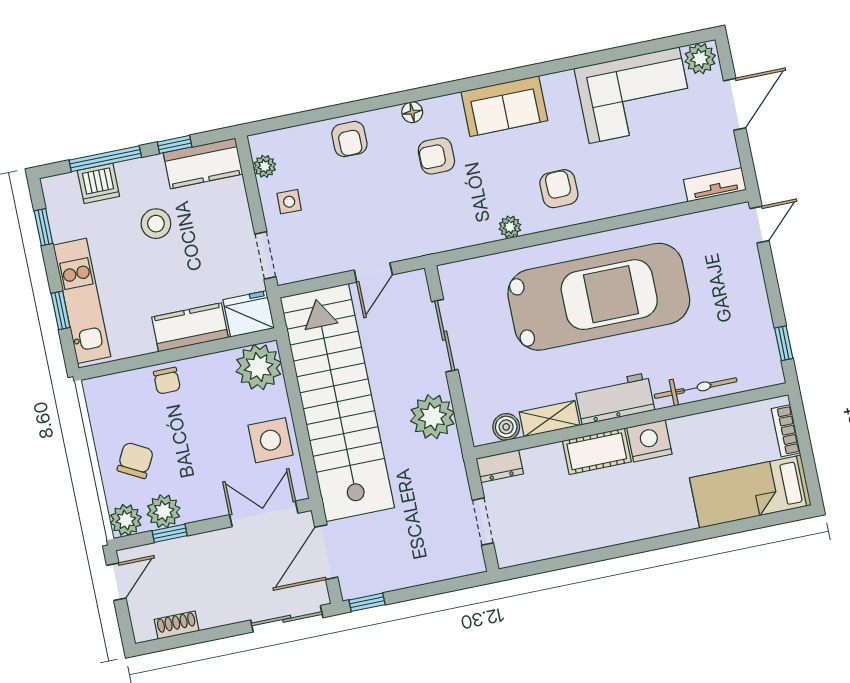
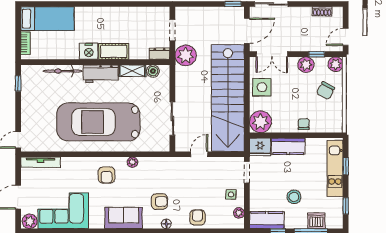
tv unit: (715, 185) -> (40, 162), width x1.41
plant: (432, 417) -> (186, 55), moved
plant: (164, 511) -> (306, 65), moved

